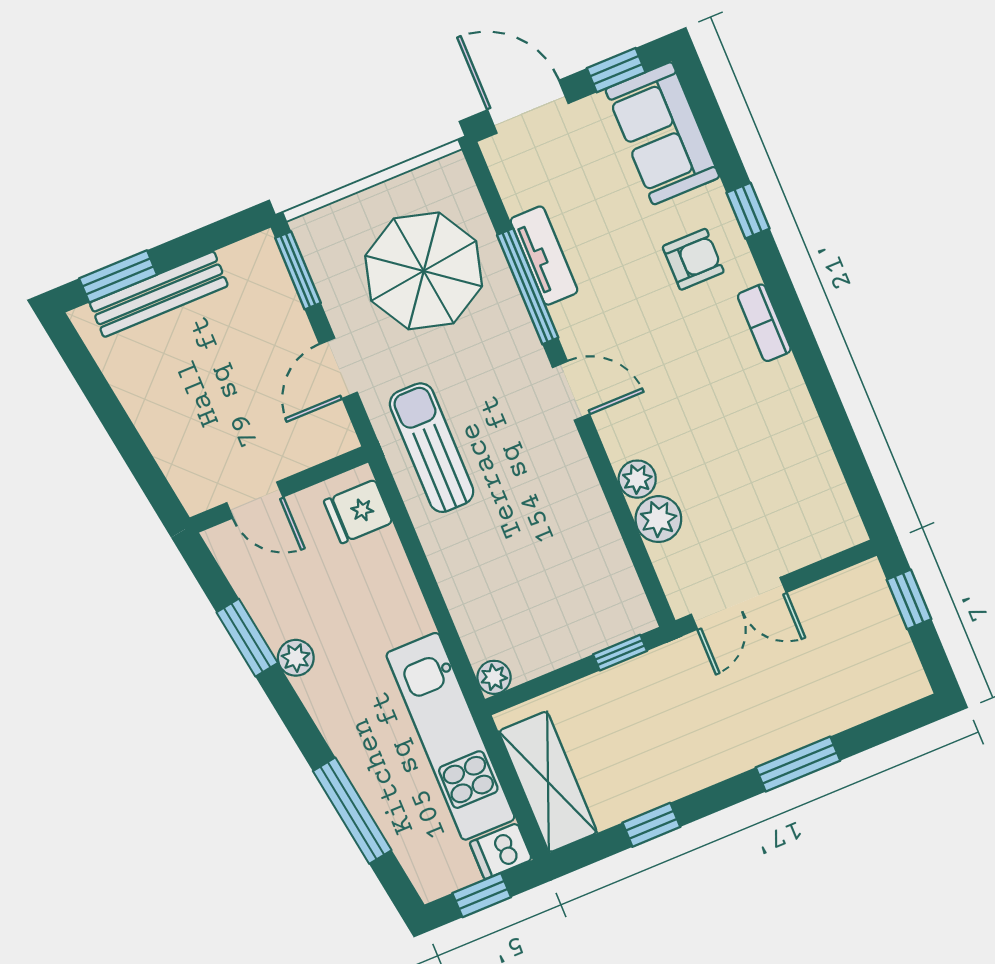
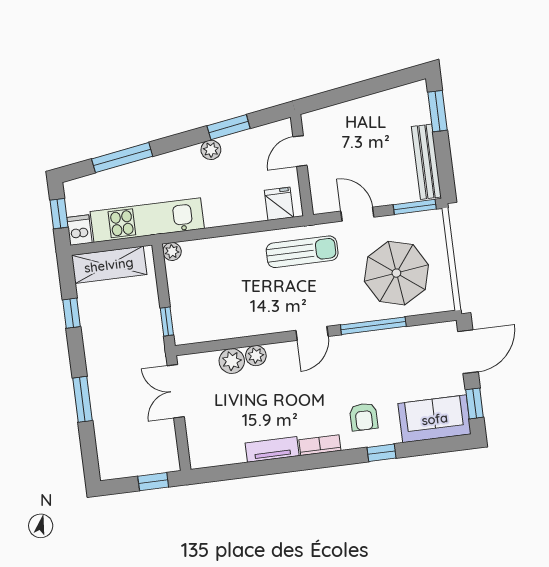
tv unit: (544, 256) -> (272, 449), moved, turned 180
bench: (159, 294) -> (426, 162), moved

